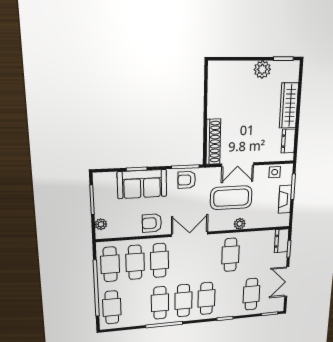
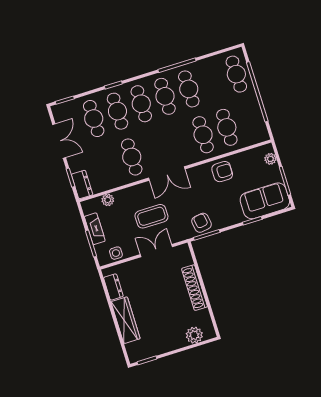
plant: (262, 69) -> (194, 335), moved
shoe rack: (213, 142) -> (194, 288), moved
armchair: (187, 180) -> (202, 223), turned -99
sofa: (142, 184) -> (265, 201), moved
coffee table: (231, 198) -> (151, 216), width x0.73, depth x0.76
plant: (240, 224) -> (108, 200), moved
double door: (190, 234) -> (167, 173), moved
cafe table: (110, 264) -> (117, 111), moved

